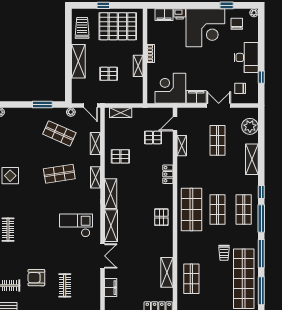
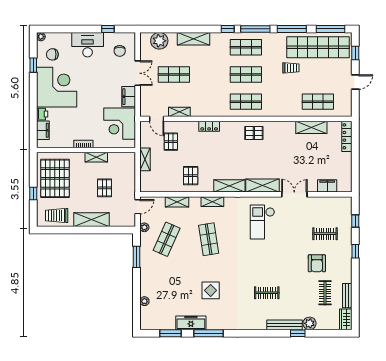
double door: (219, 106) -> (138, 73), swing flipped
shelving: (121, 113) -> (145, 159), moved
shop shelf: (191, 210) -> (246, 102), width x0.70, depth x0.74

